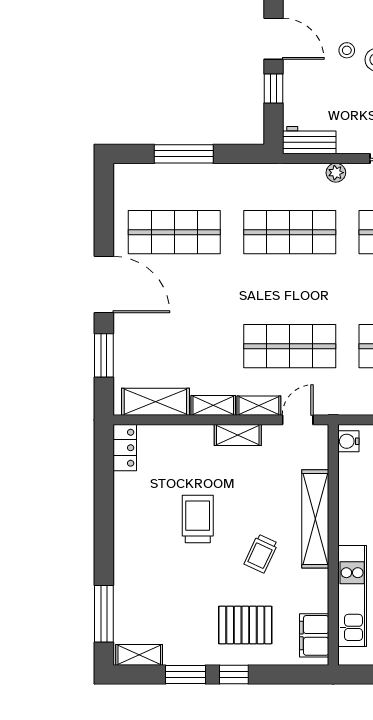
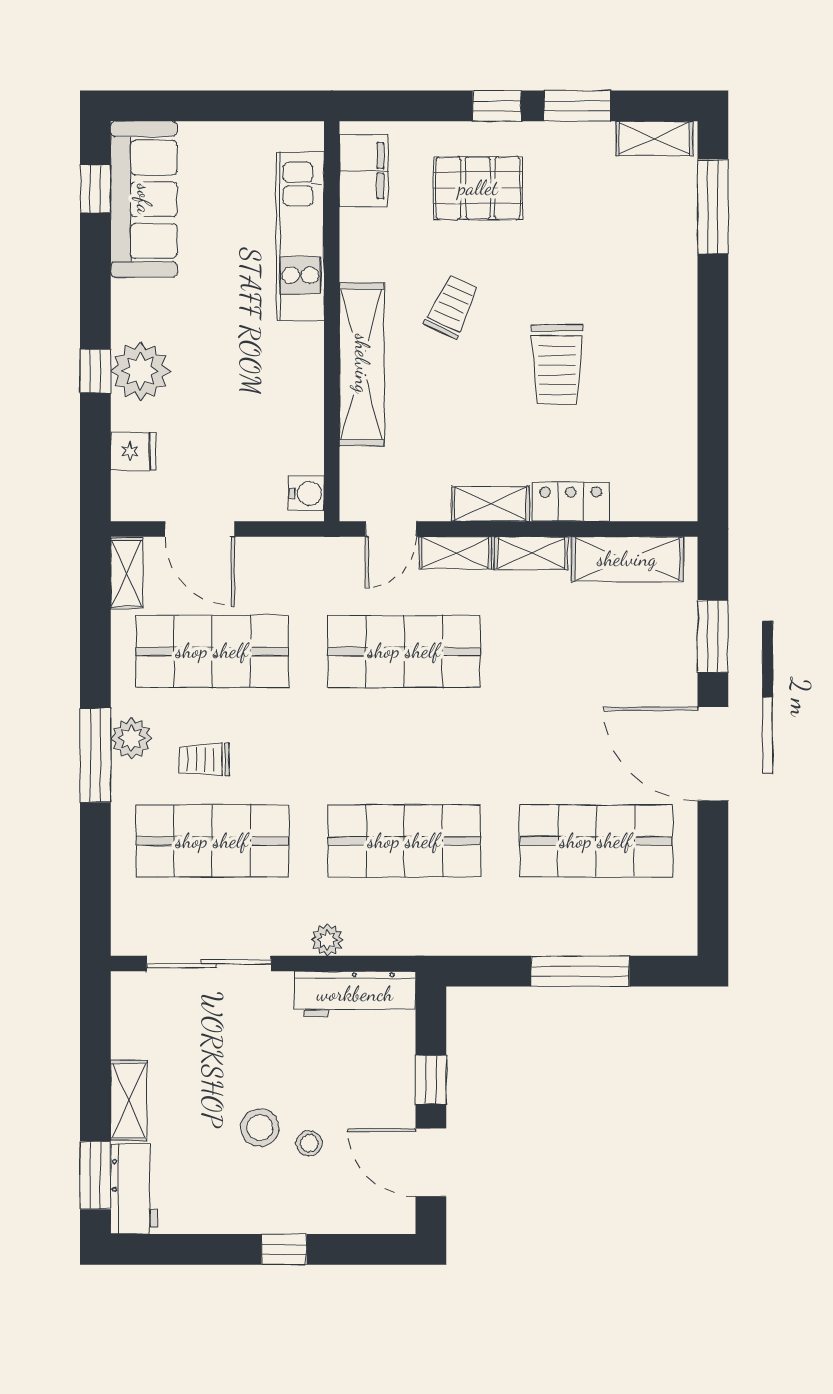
workbench: (309, 140) -> (355, 994), width x1.38
locker: (125, 448) -> (571, 502), moved, turned 90

